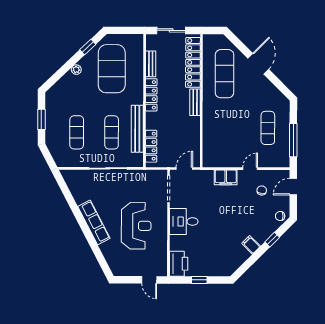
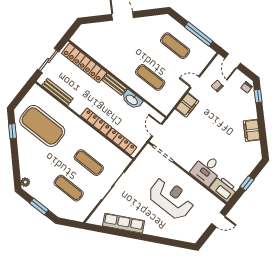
bench: (151, 64) -> (58, 92), width x1.36
plant: (76, 70) -> (25, 182), moved
exercise mat: (224, 74) -> (150, 77), moved, width x0.73, depth x0.69
locker: (151, 95) -> (96, 122), moved
washbasin: (194, 127) -> (132, 100), added
bench: (137, 129) -> (101, 142), removed
door: (250, 169) -> (195, 82), hinge flipped
desk: (184, 221) -> (207, 170), moved
row of seats: (94, 222) -> (124, 223), moved
window: (272, 240) -> (258, 96), moved
filing cabinet: (251, 245) -> (252, 130), width x2.00

